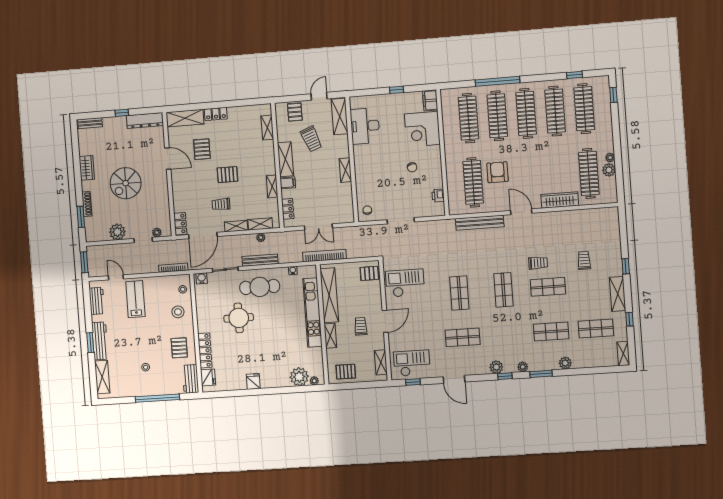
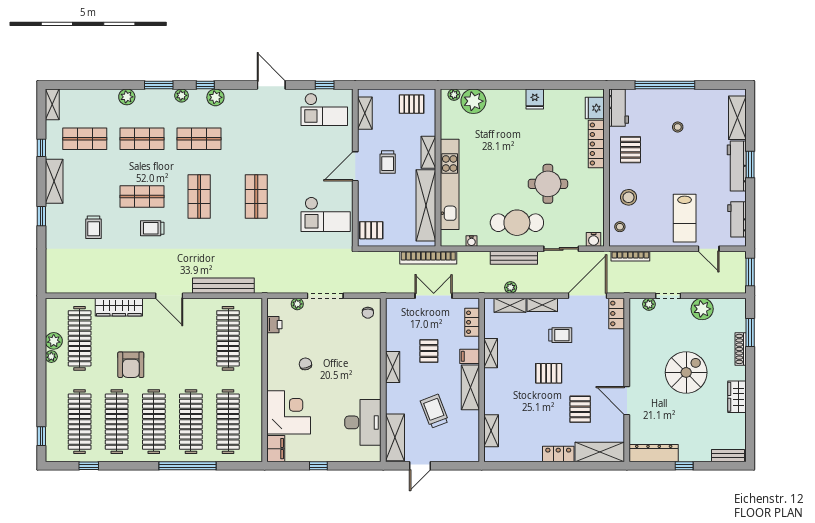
pallet: (295, 112) -> (429, 351), moved
armchair: (497, 172) -> (131, 365), moved
plant: (422, 213) -> (297, 304), added
shop shelf: (463, 337) -> (199, 139), moved

